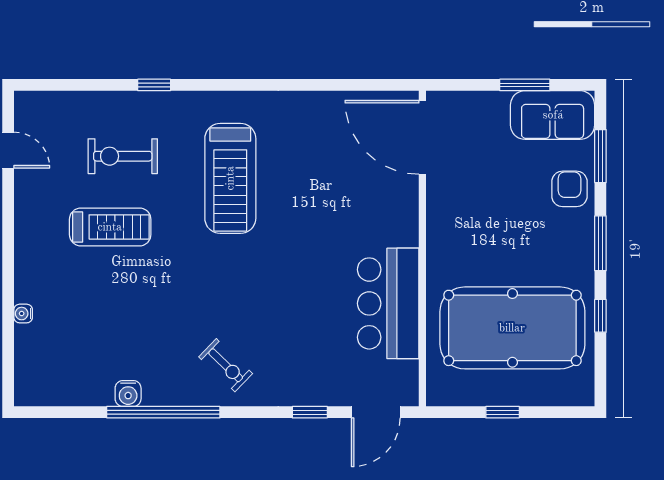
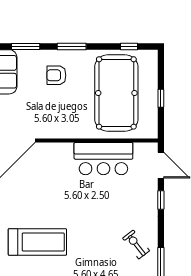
armchair: (569, 189) -> (56, 75), moved
window: (600, 316) -> (129, 47), moved
exercise bike: (226, 365) -> (136, 244), turned -82

